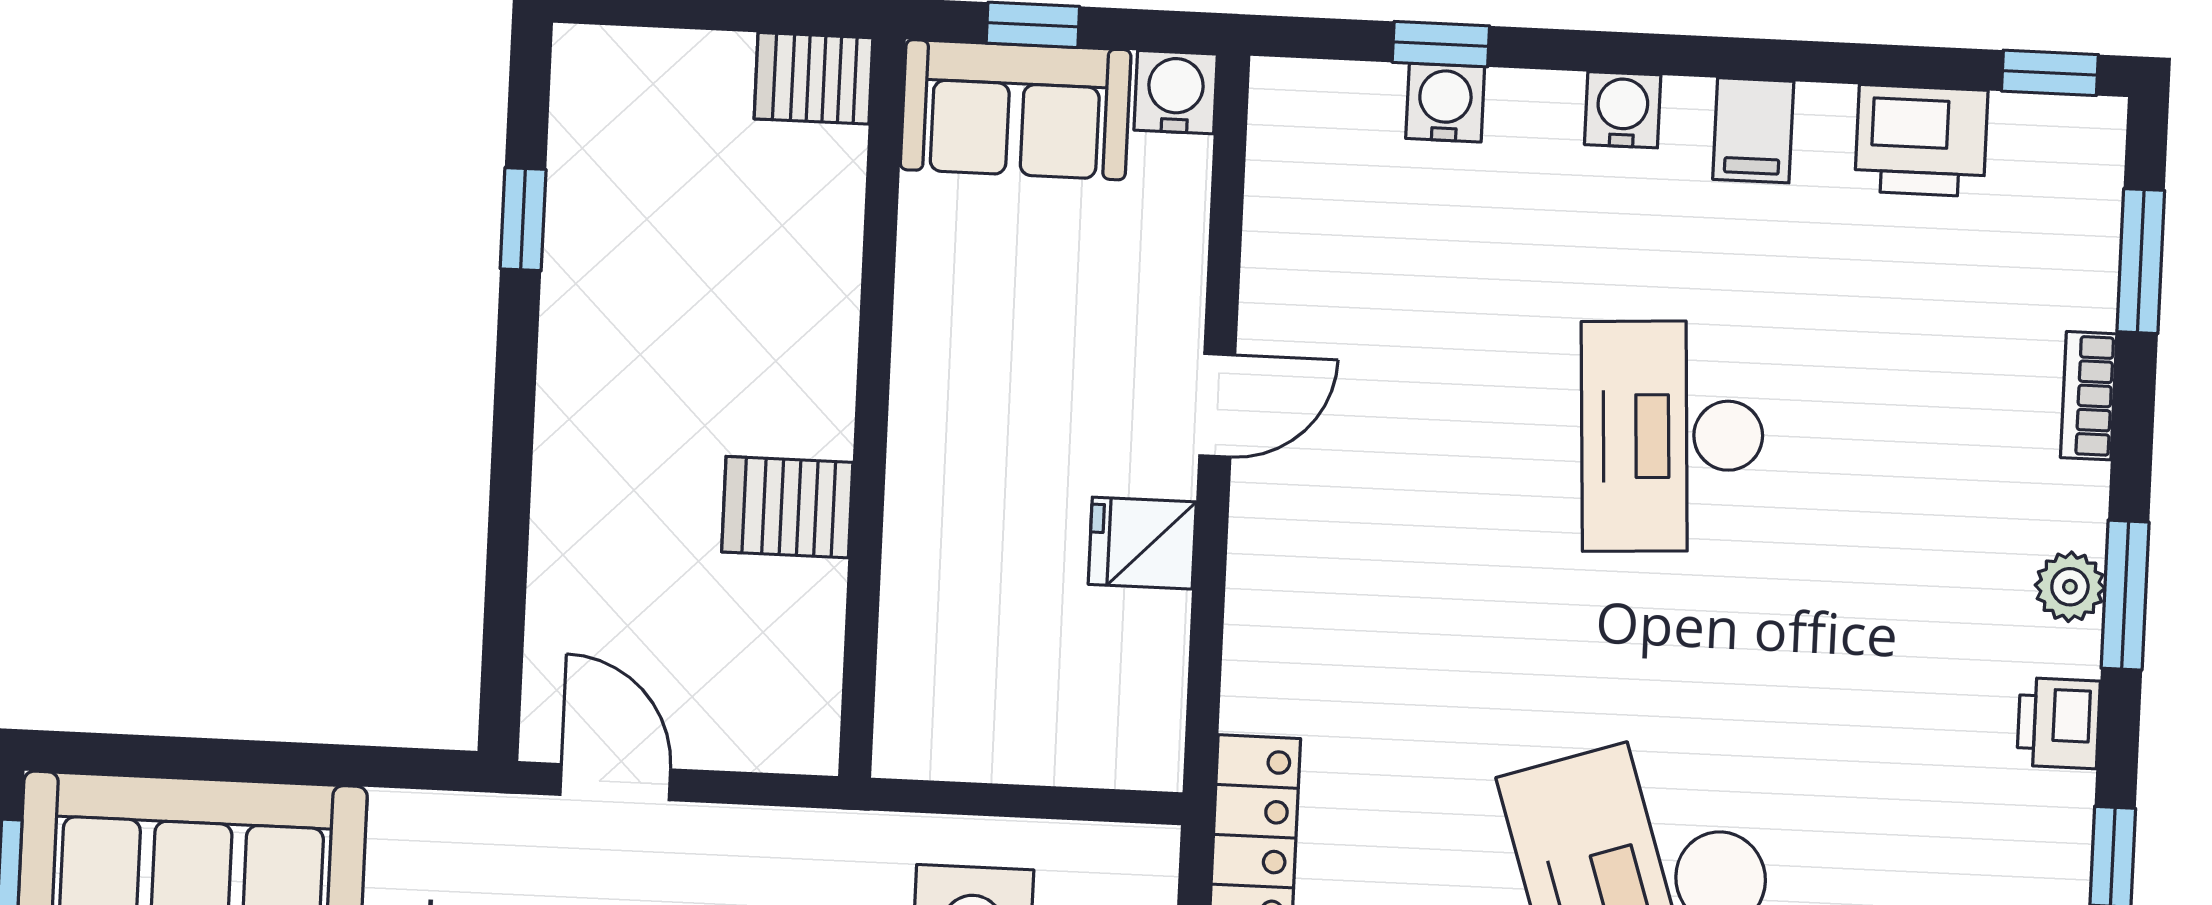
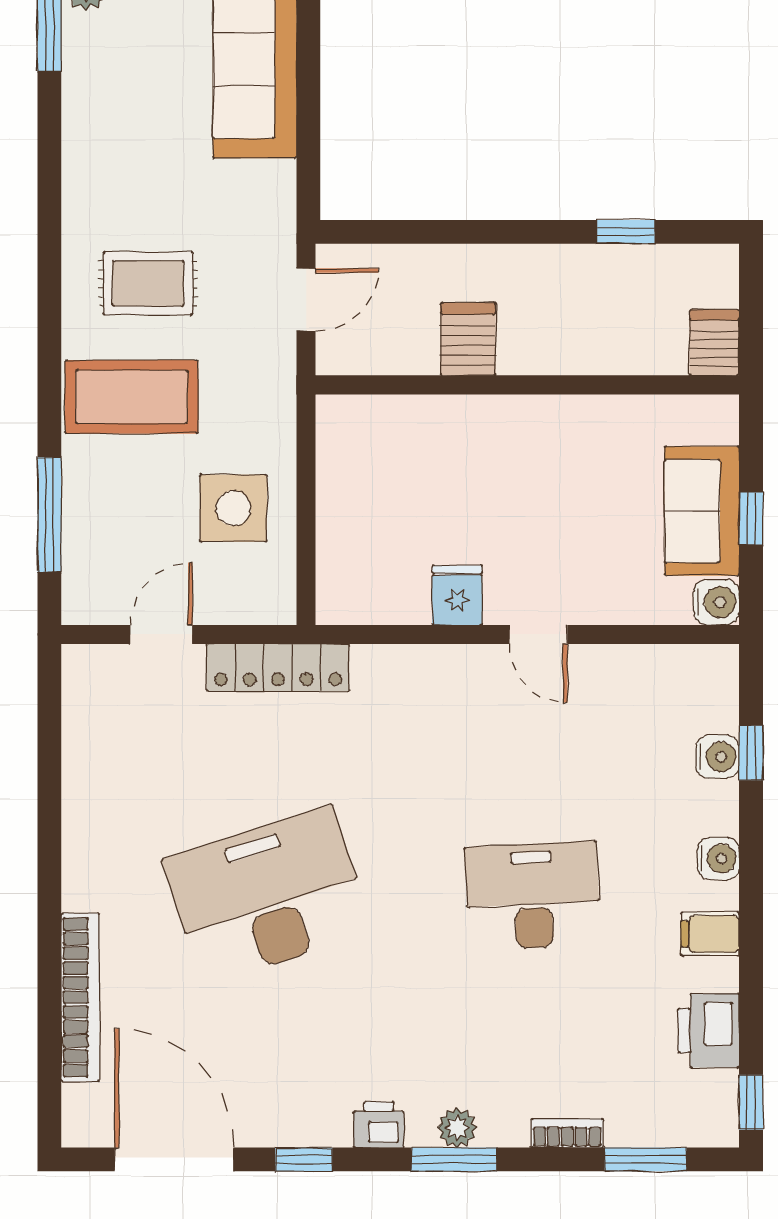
server rack: (813, 78) -> (714, 343), moved
wall: (872, 408) -> (527, 385), moved
server rack: (787, 507) -> (468, 339), moved

